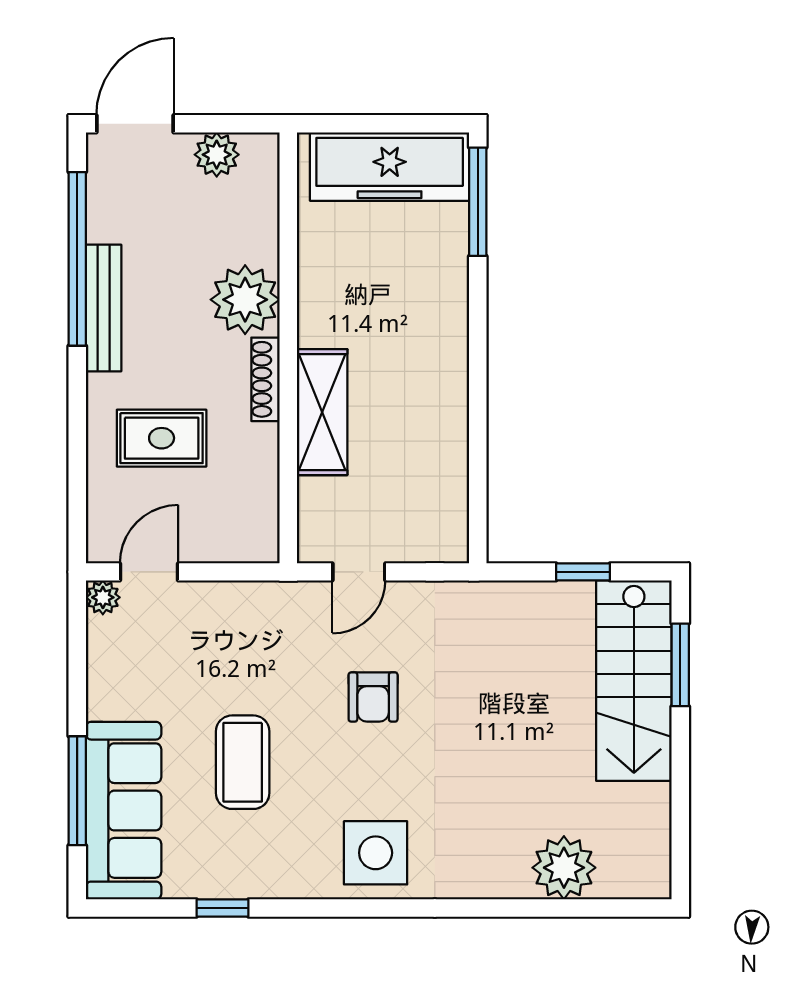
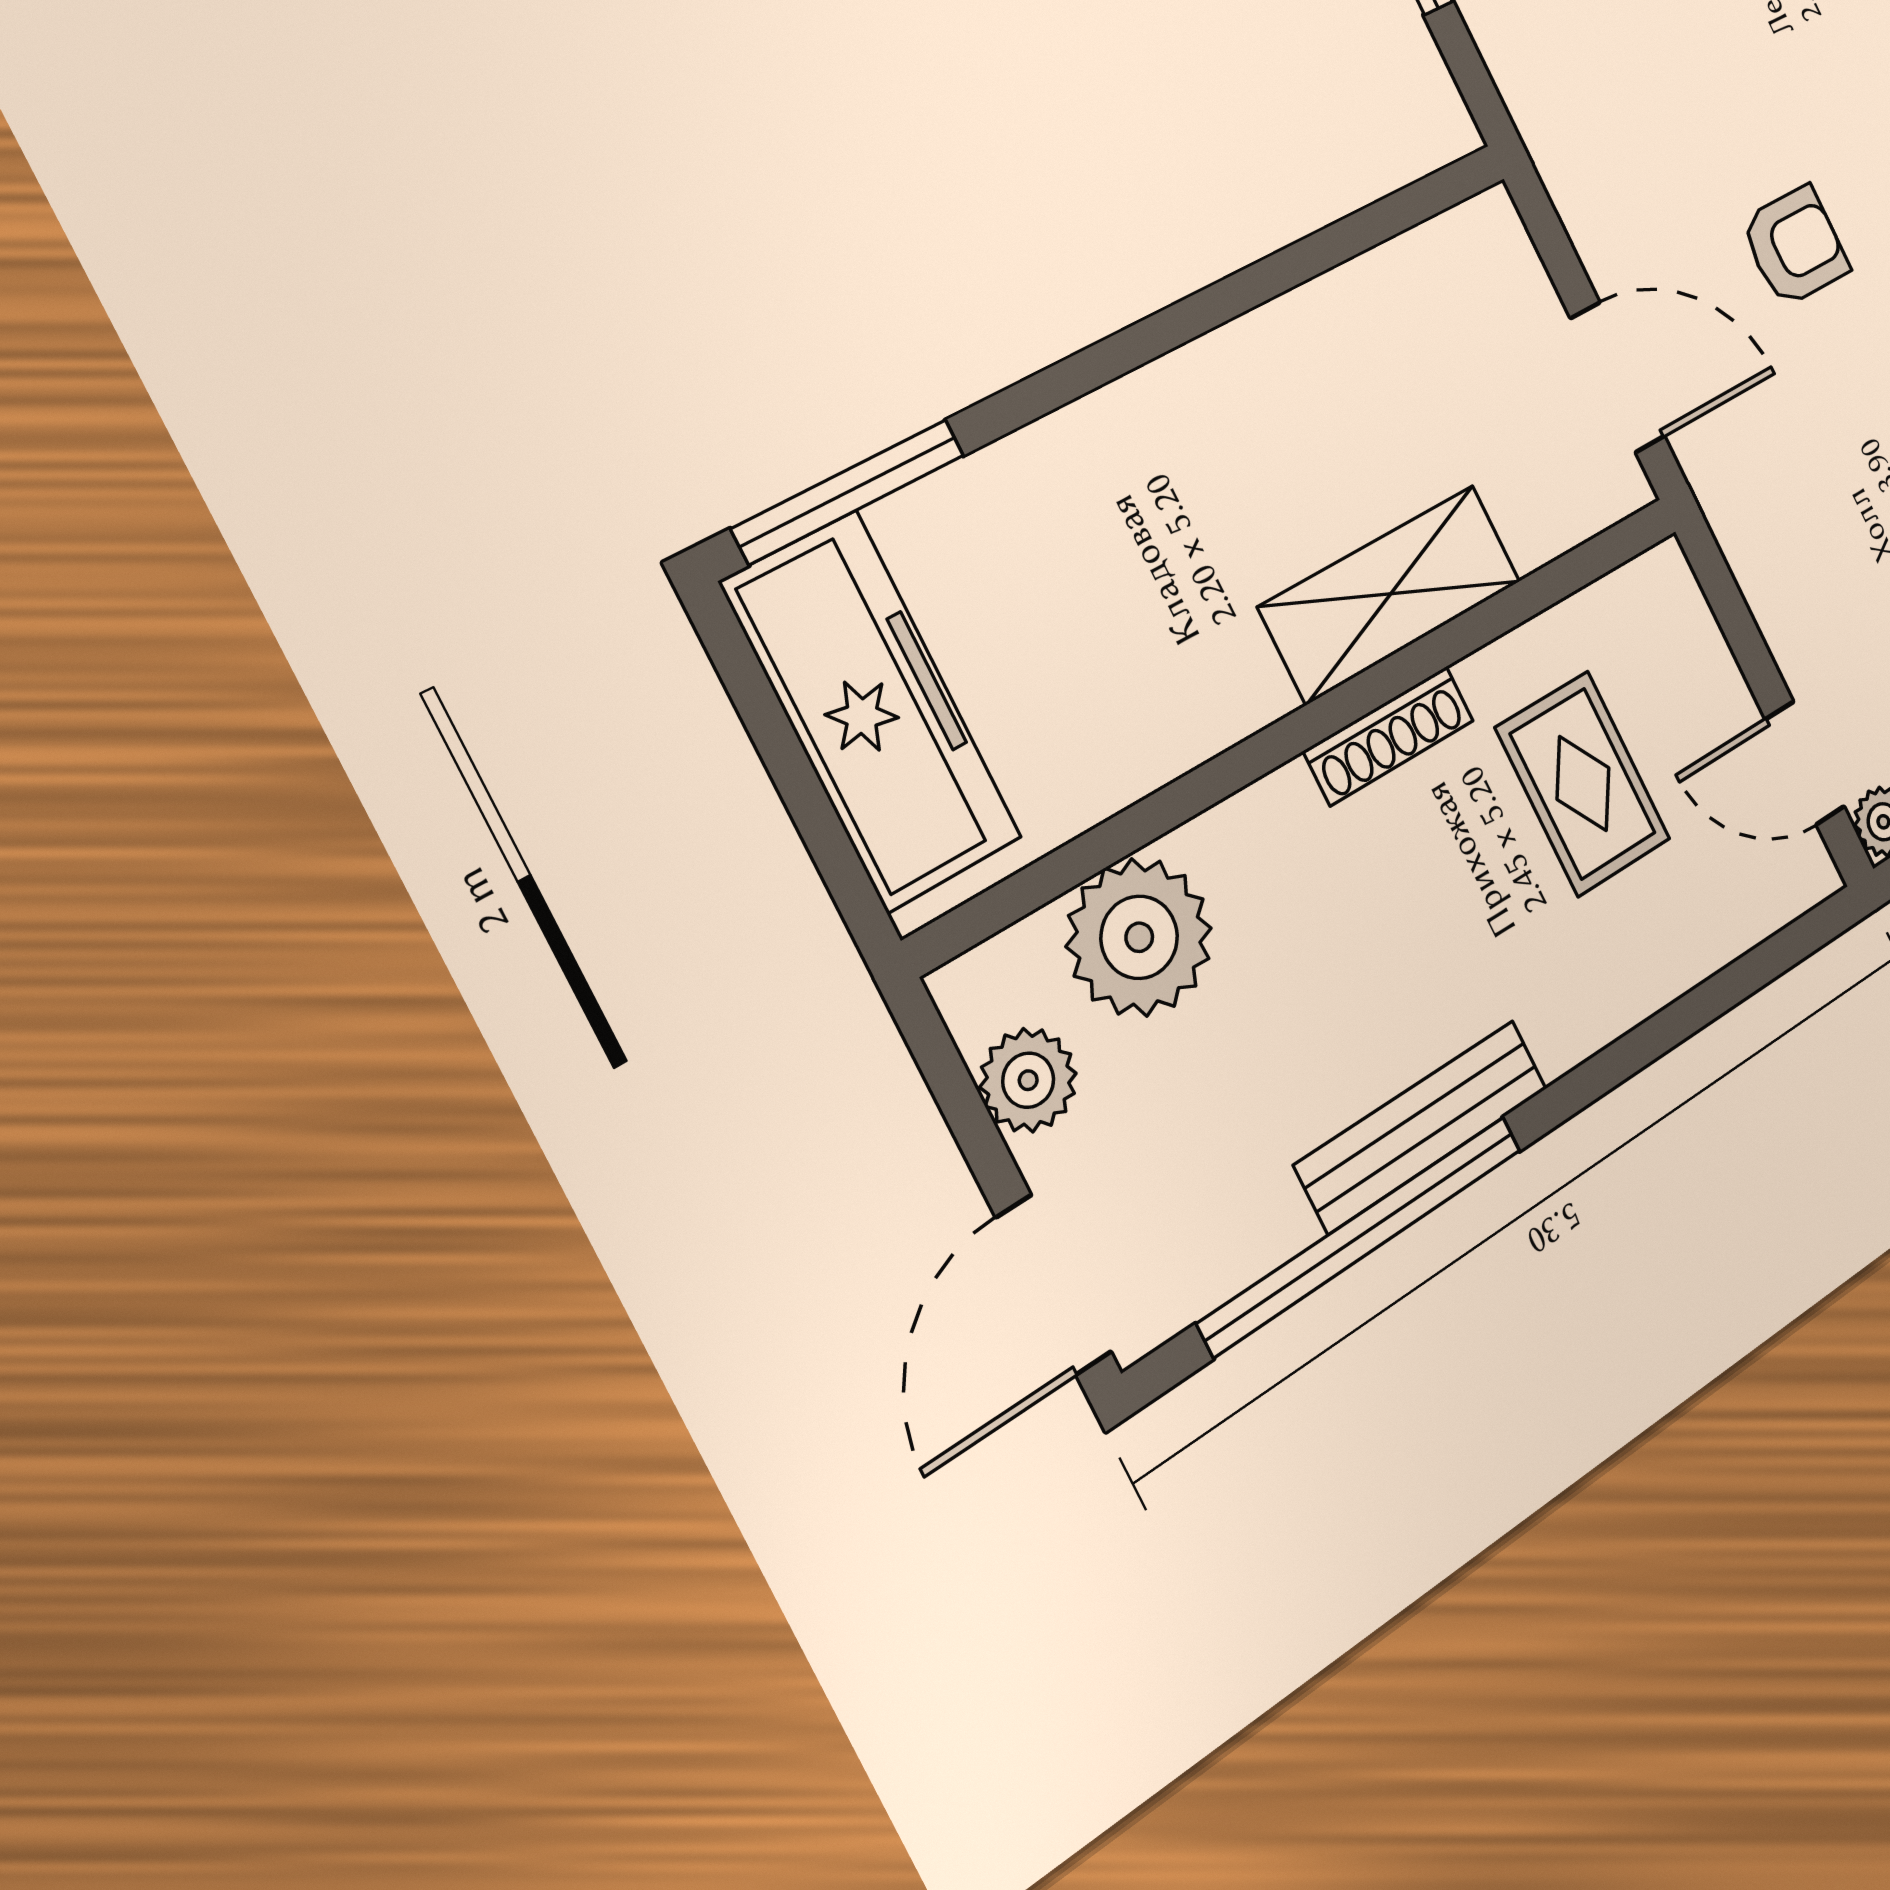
door: (135, 124) -> (1054, 1285), hinge flipped
plant: (245, 300) -> (1139, 937), moved
rug: (162, 438) -> (1583, 784), moved
door: (359, 572) -> (1618, 377), width x1.38

